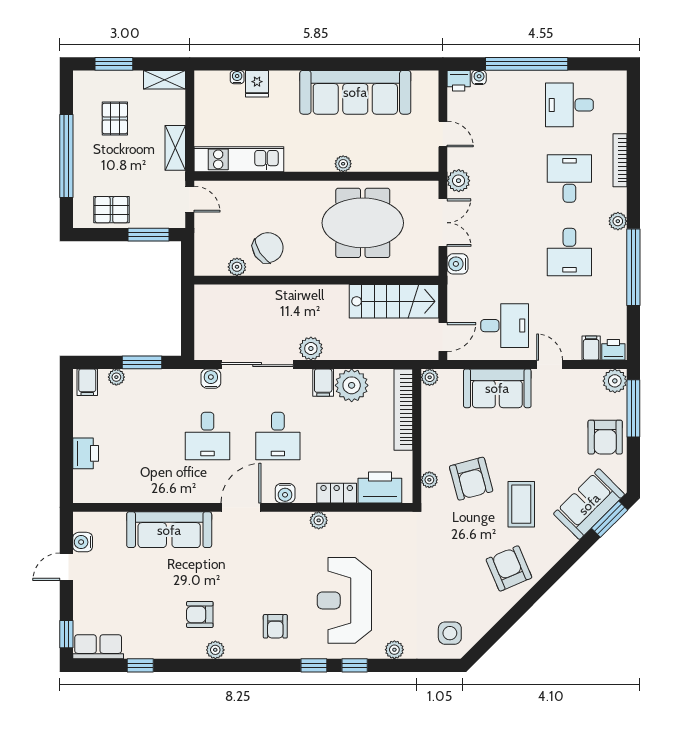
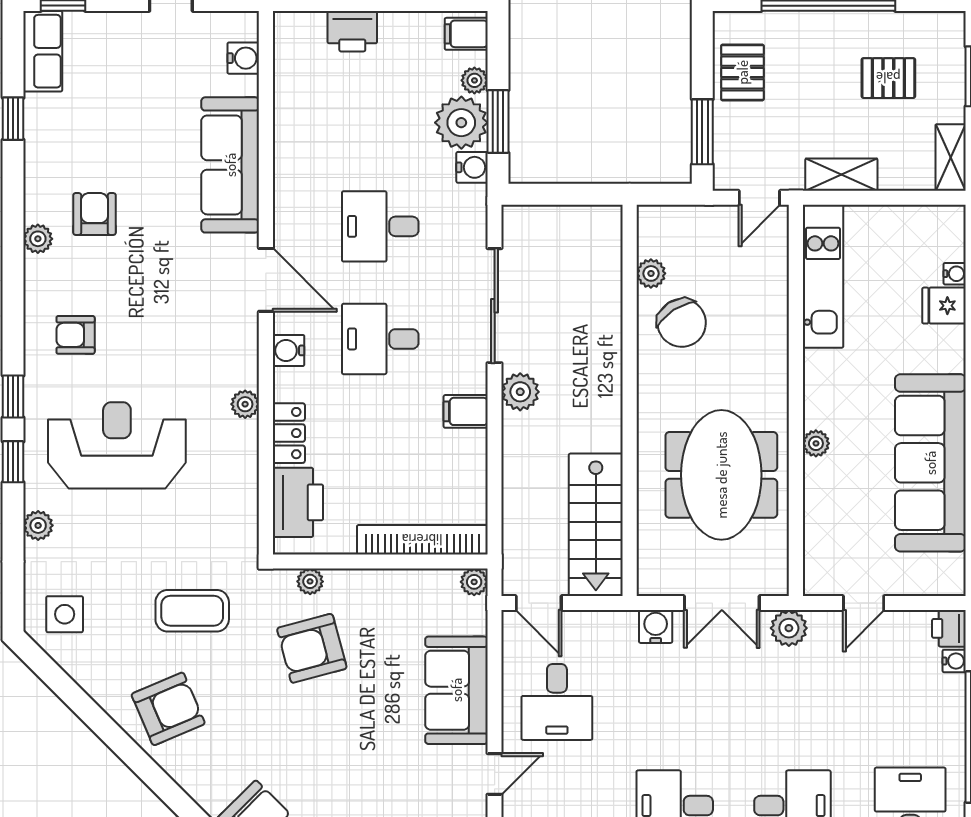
water cooler: (211, 379) -> (472, 167), moved
plant: (352, 385) -> (461, 123), moved
coffee table: (521, 504) -> (192, 611), moved
water cooler: (83, 542) -> (243, 58), moved, turned 90

